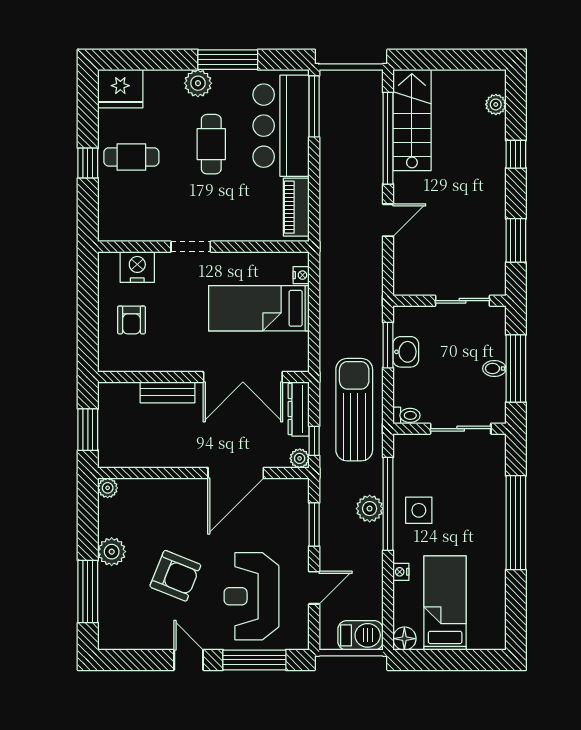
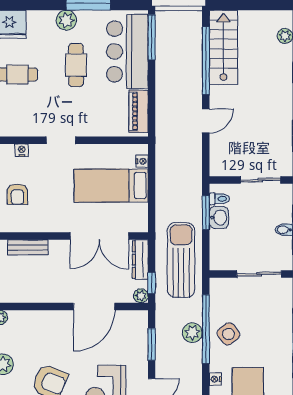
nightstand: (137, 267) -> (22, 150), width x0.53, depth x0.56
bench: (168, 392) -> (28, 247), moved
toilet: (406, 415) -> (219, 199), moved
side table: (419, 510) -> (228, 334), turned -38

